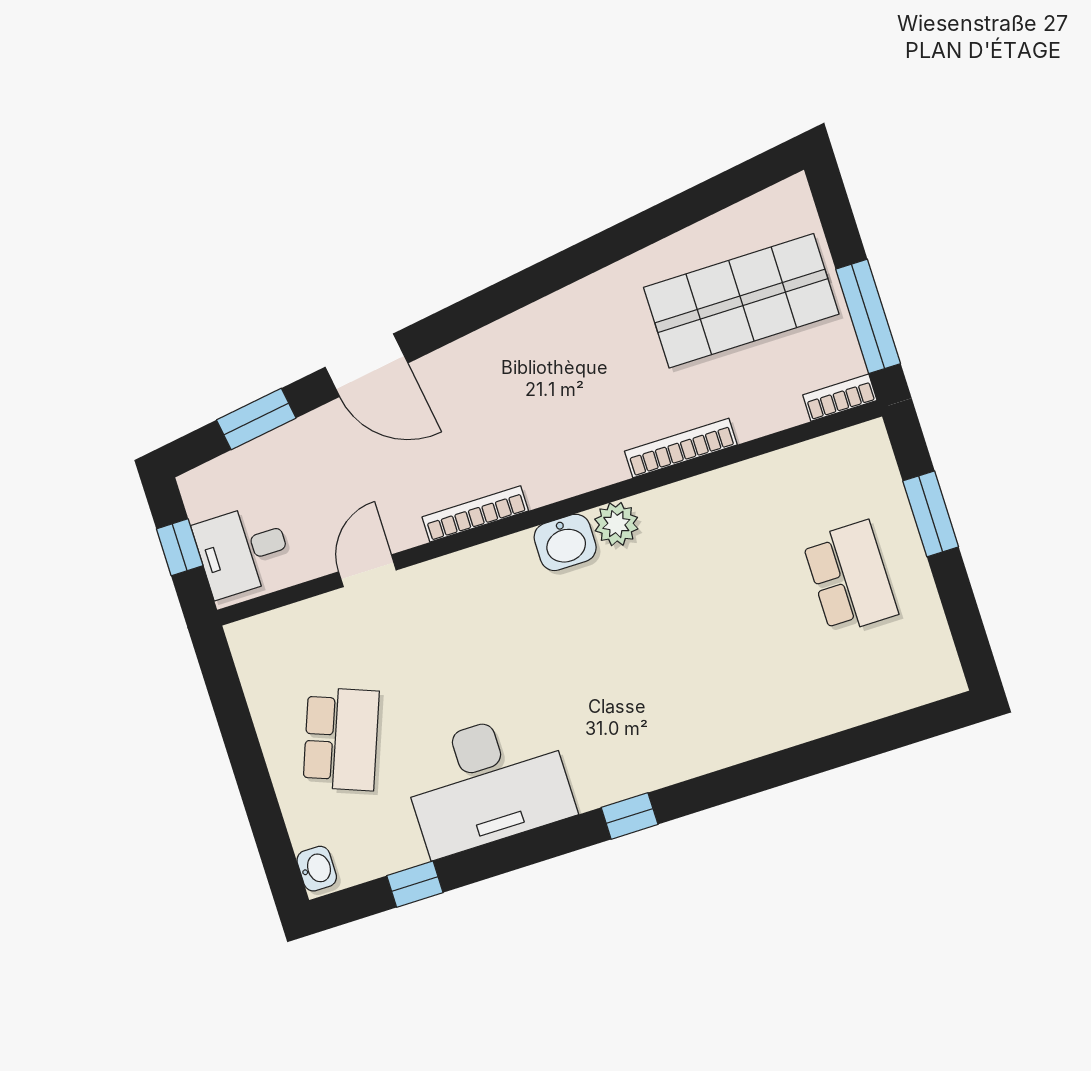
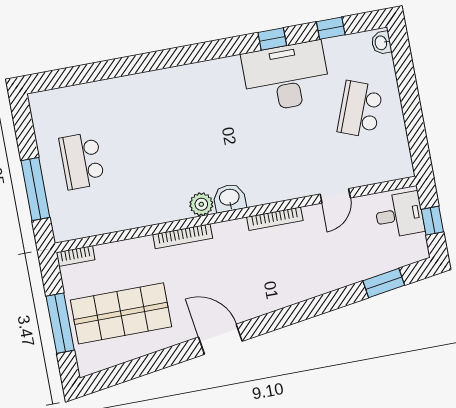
window: (868, 316) -> (60, 323), moved
door: (366, 365) -> (220, 339), moved
bookcase: (681, 448) -> (183, 236), moved
window: (931, 514) -> (35, 189), width x1.44
window: (630, 816) -> (272, 39), moved

